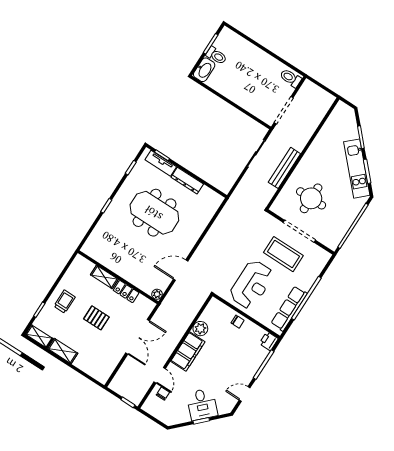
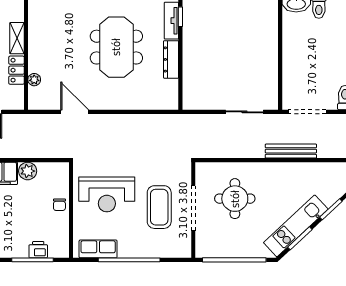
bench: (284, 168) -> (291, 151), moved
plant: (157, 294) -> (34, 80), moved
row of seats: (289, 308) -> (98, 249), width x0.68
printer: (269, 341) -> (38, 250), moved

